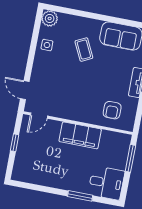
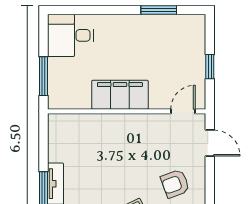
armchair: (112, 110) -> (175, 184), moved, turned -110
window: (80, 196) -> (159, 10), moved

